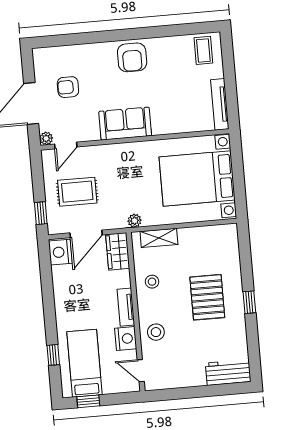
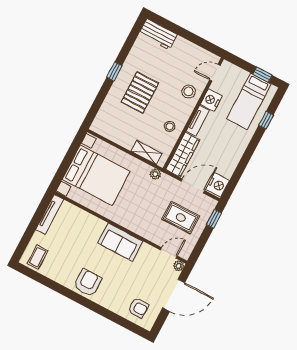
armchair: (68, 87) -> (138, 308), moved
wardrobe: (118, 251) -> (183, 155), width x1.50
door: (141, 371) -> (215, 73), swing flipped

